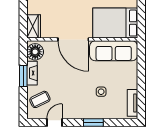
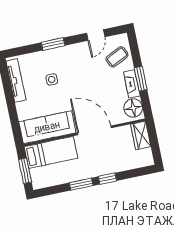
window: (141, 17) -> (25, 171), added
bed: (115, 23) -> (51, 152), width x0.67
tv unit: (132, 103) -> (16, 80), width x1.41

